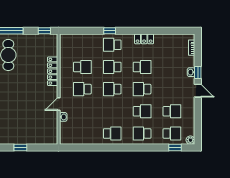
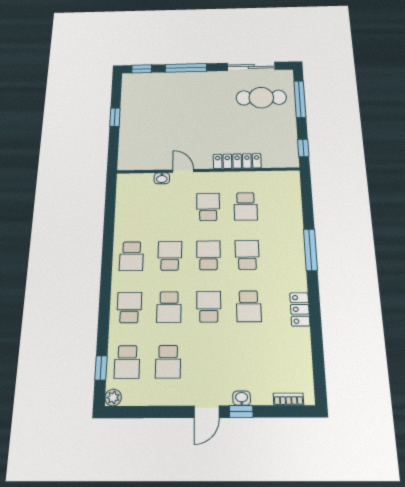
window: (110, 31) -> (310, 250), width x2.17
school desk: (112, 45) -> (170, 256), moved

